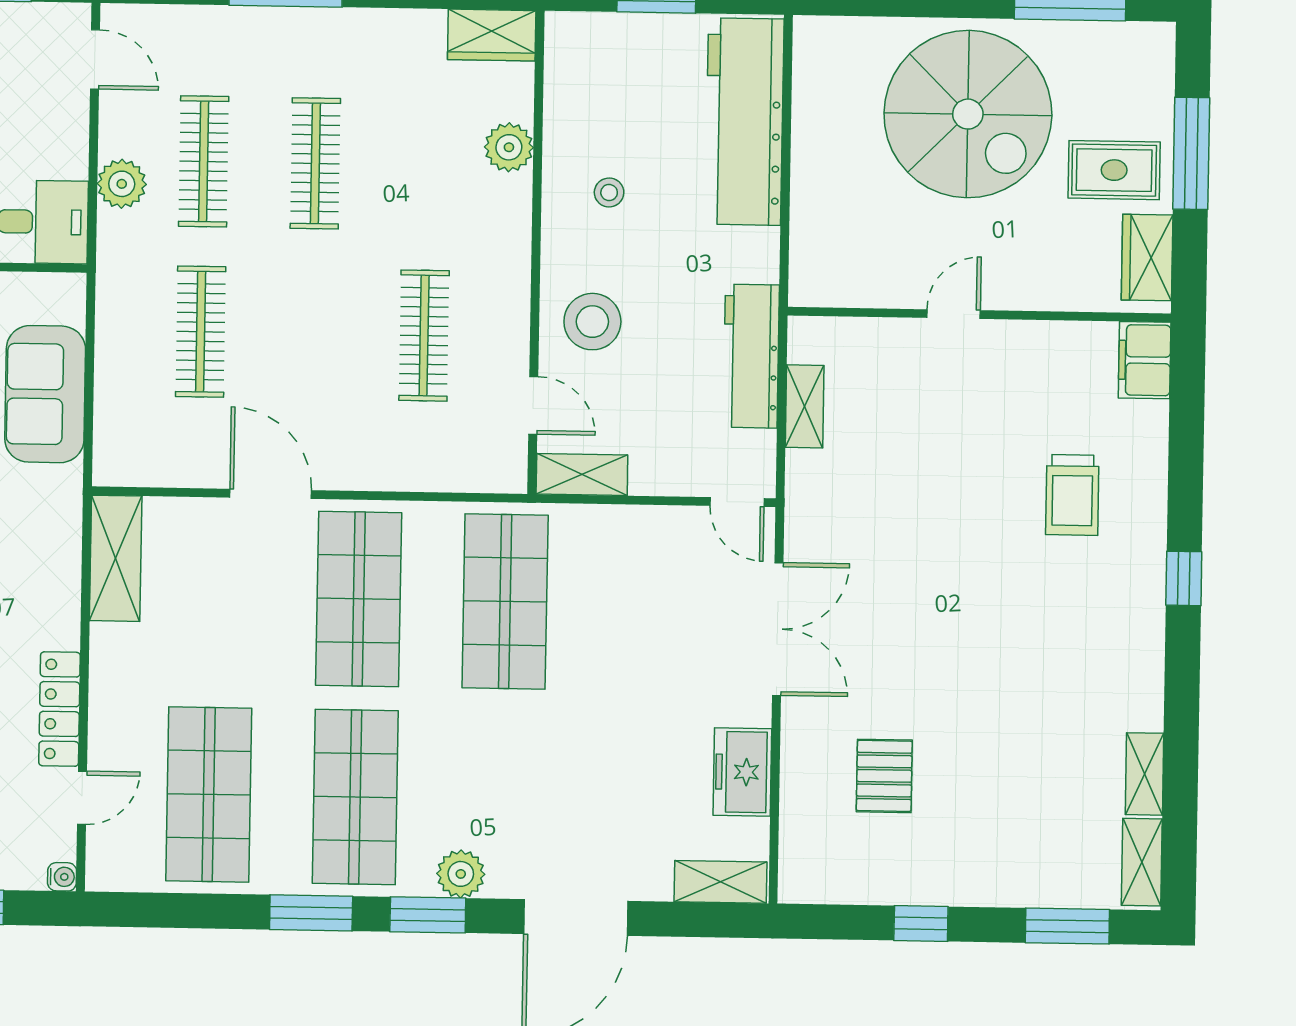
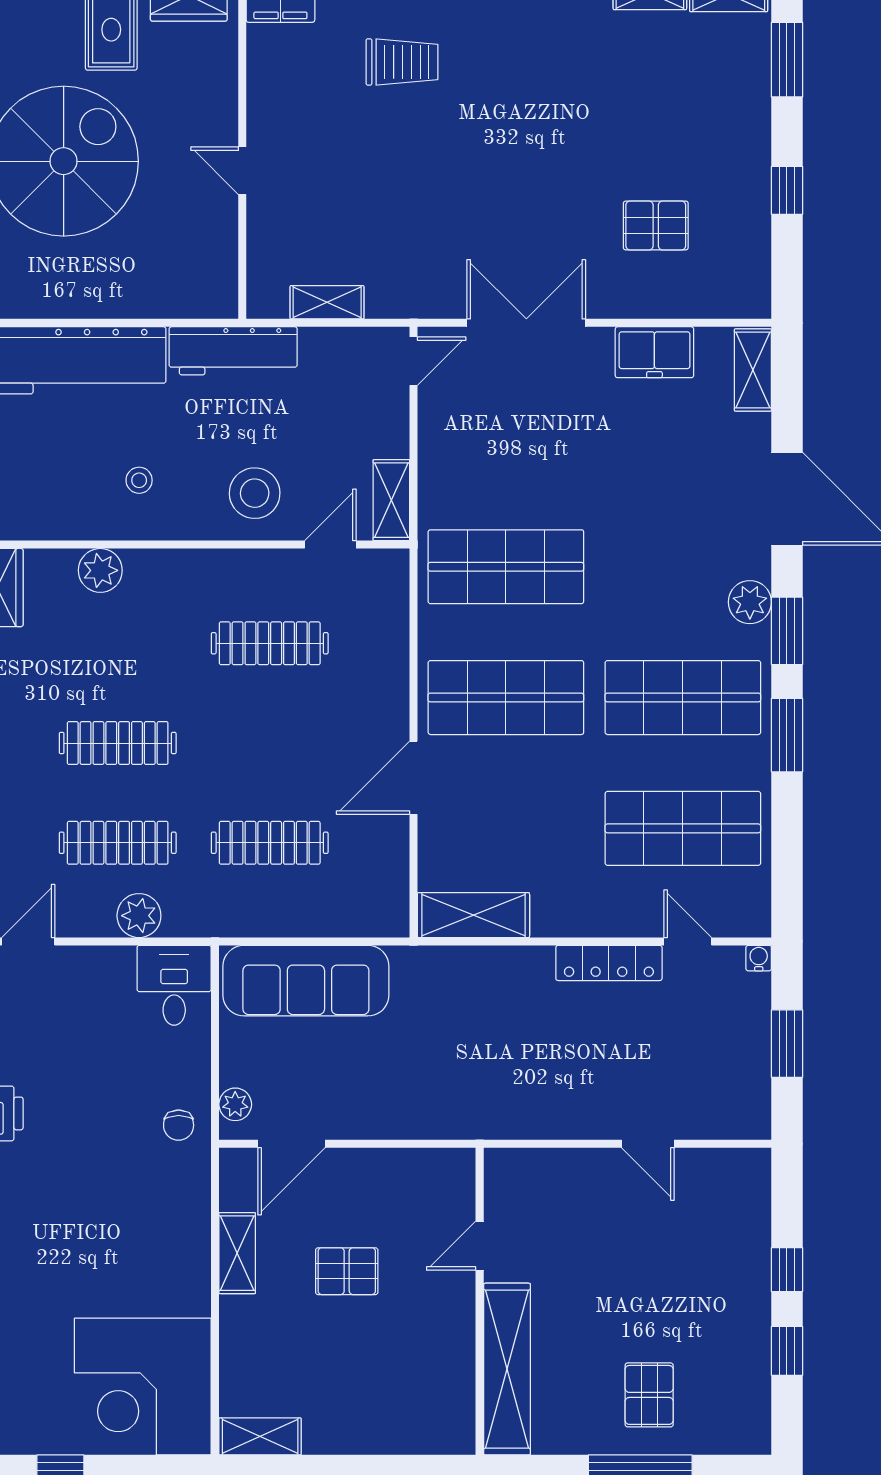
workbench: (751, 356) -> (233, 351), moved
sofa: (45, 394) -> (306, 981), width x1.36

